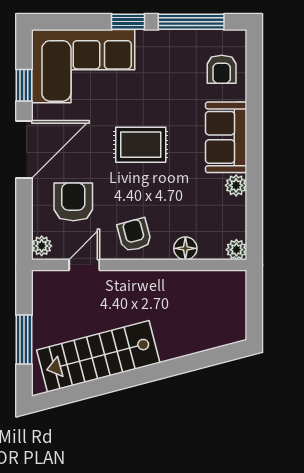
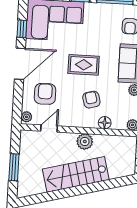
armchair: (134, 235) -> (91, 100), moved
plant: (151, 285) -> (85, 141), added
stairs: (98, 356) -> (76, 174), moved

